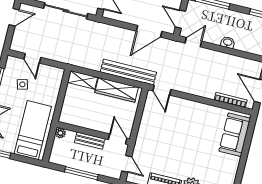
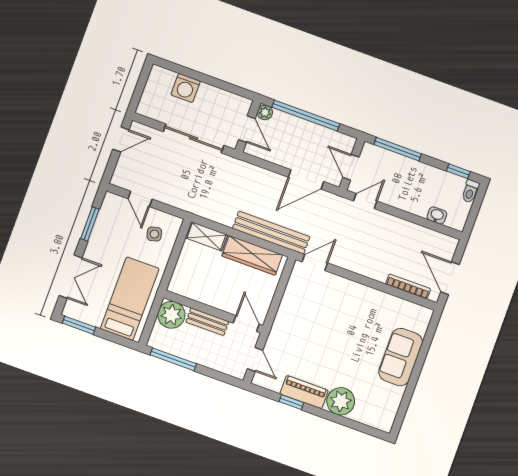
washbasin: (228, 42) -> (437, 215), moved
side table: (22, 84) -> (154, 234), moved
door: (162, 90) -> (315, 262), swing flipped
plant: (60, 133) -> (171, 315), width x1.88, depth x1.88
sofa: (235, 135) -> (401, 357), moved
window: (81, 173) -> (173, 359), moved

